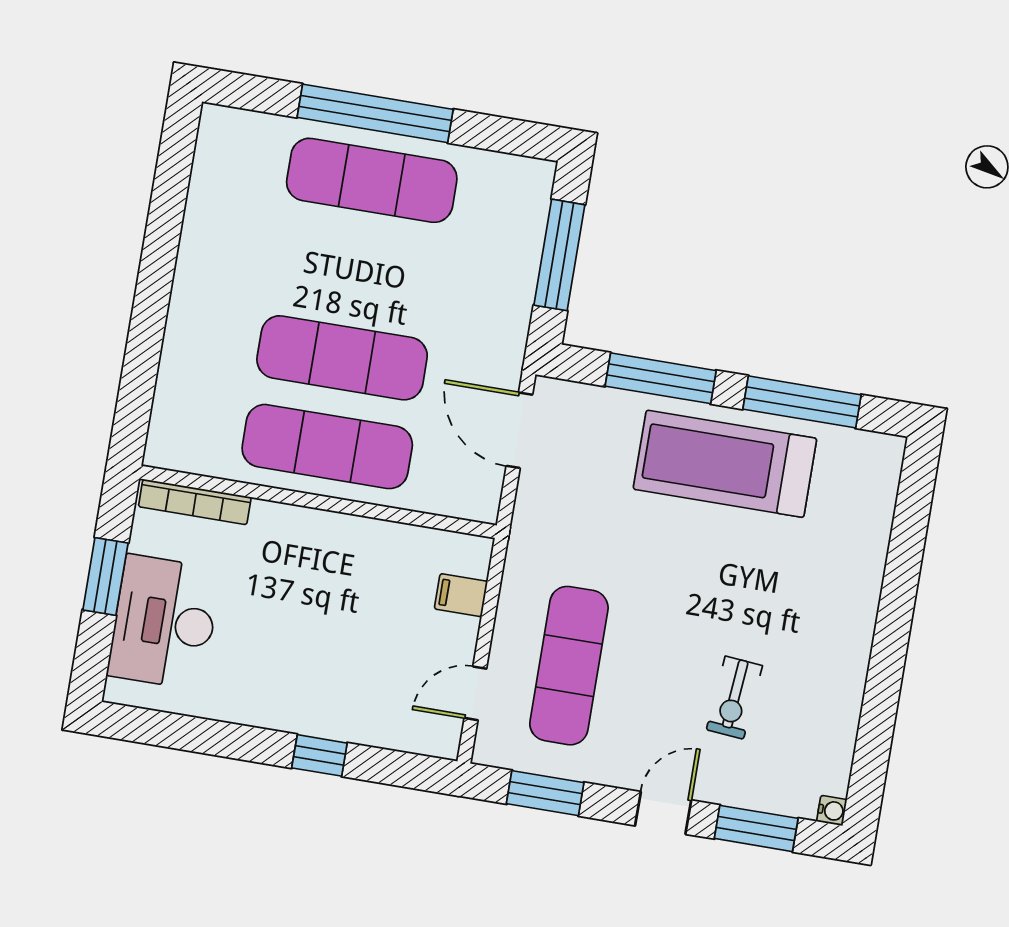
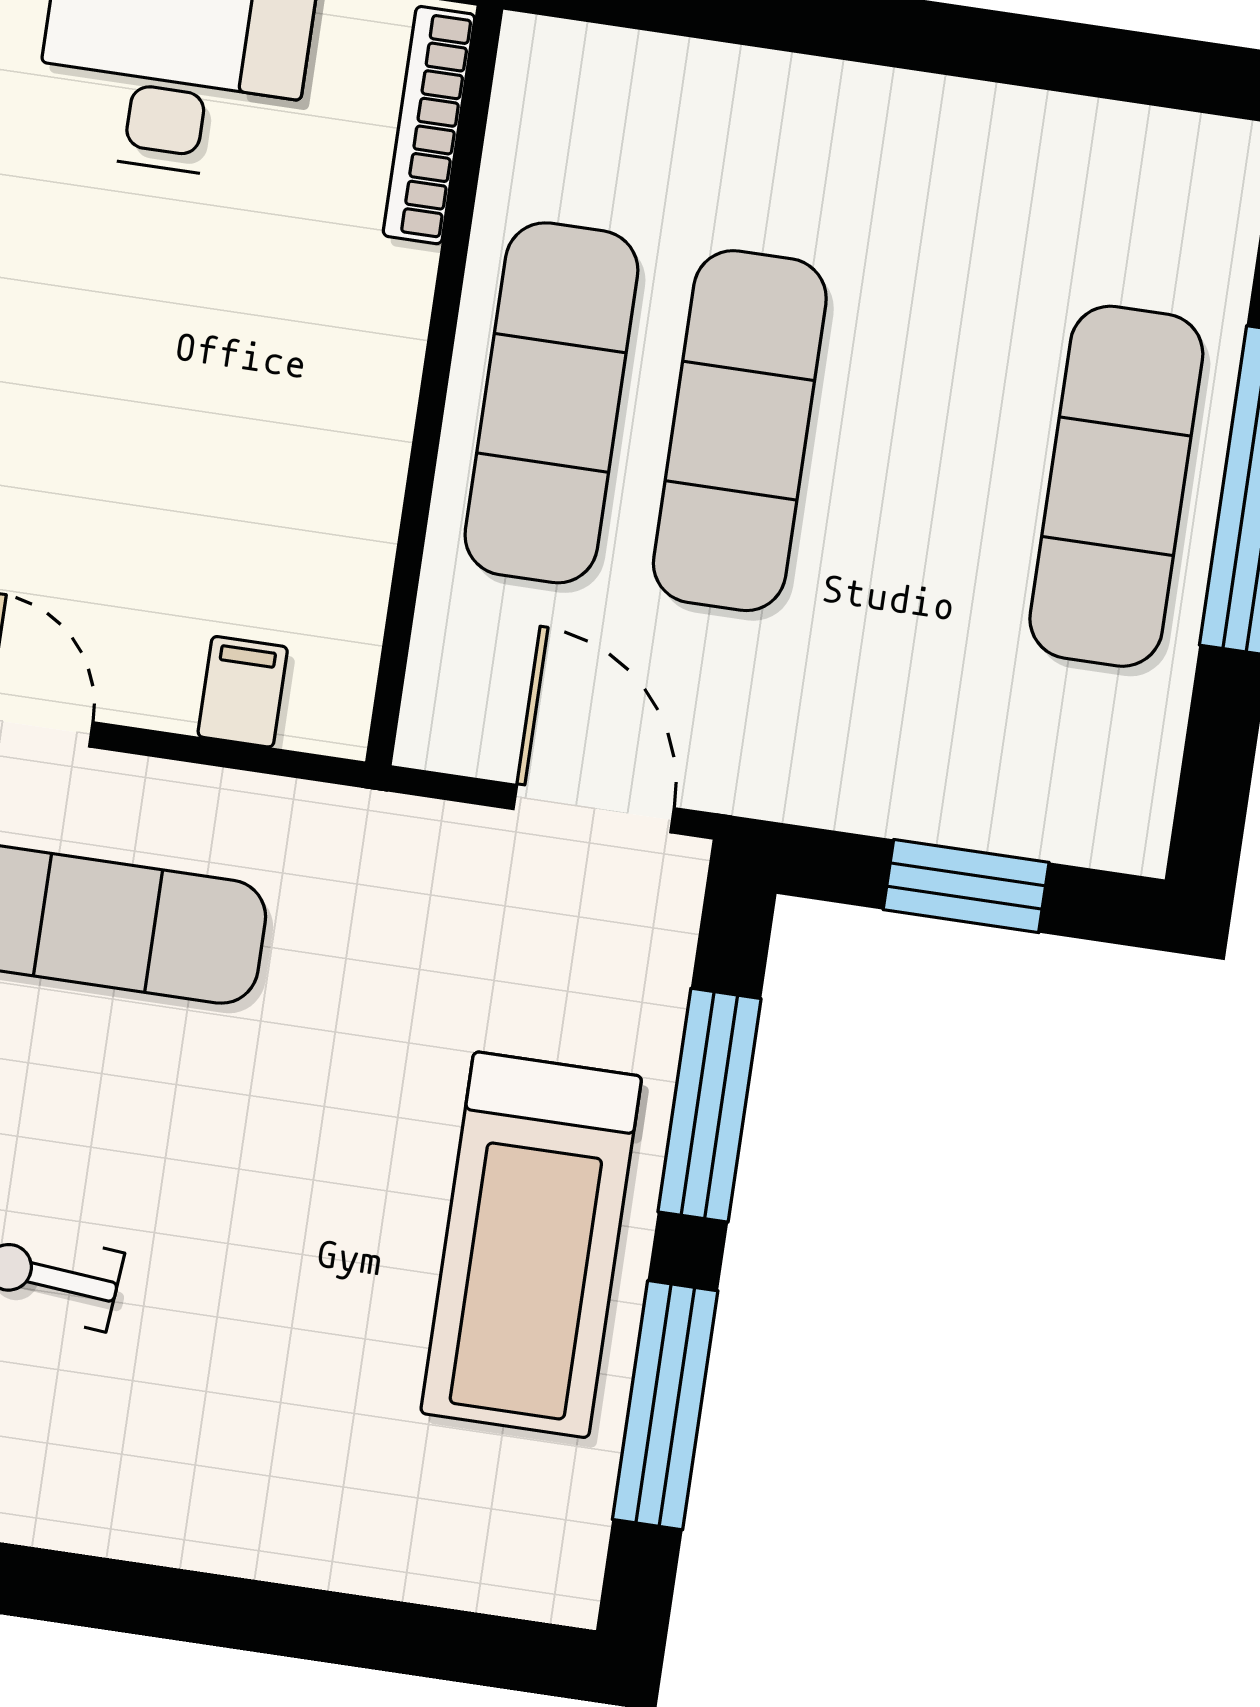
window: (559, 255) -> (966, 886), width x0.69
door: (519, 430) -> (594, 809), hinge flipped
treadmill: (725, 464) -> (531, 1245), turned 180

